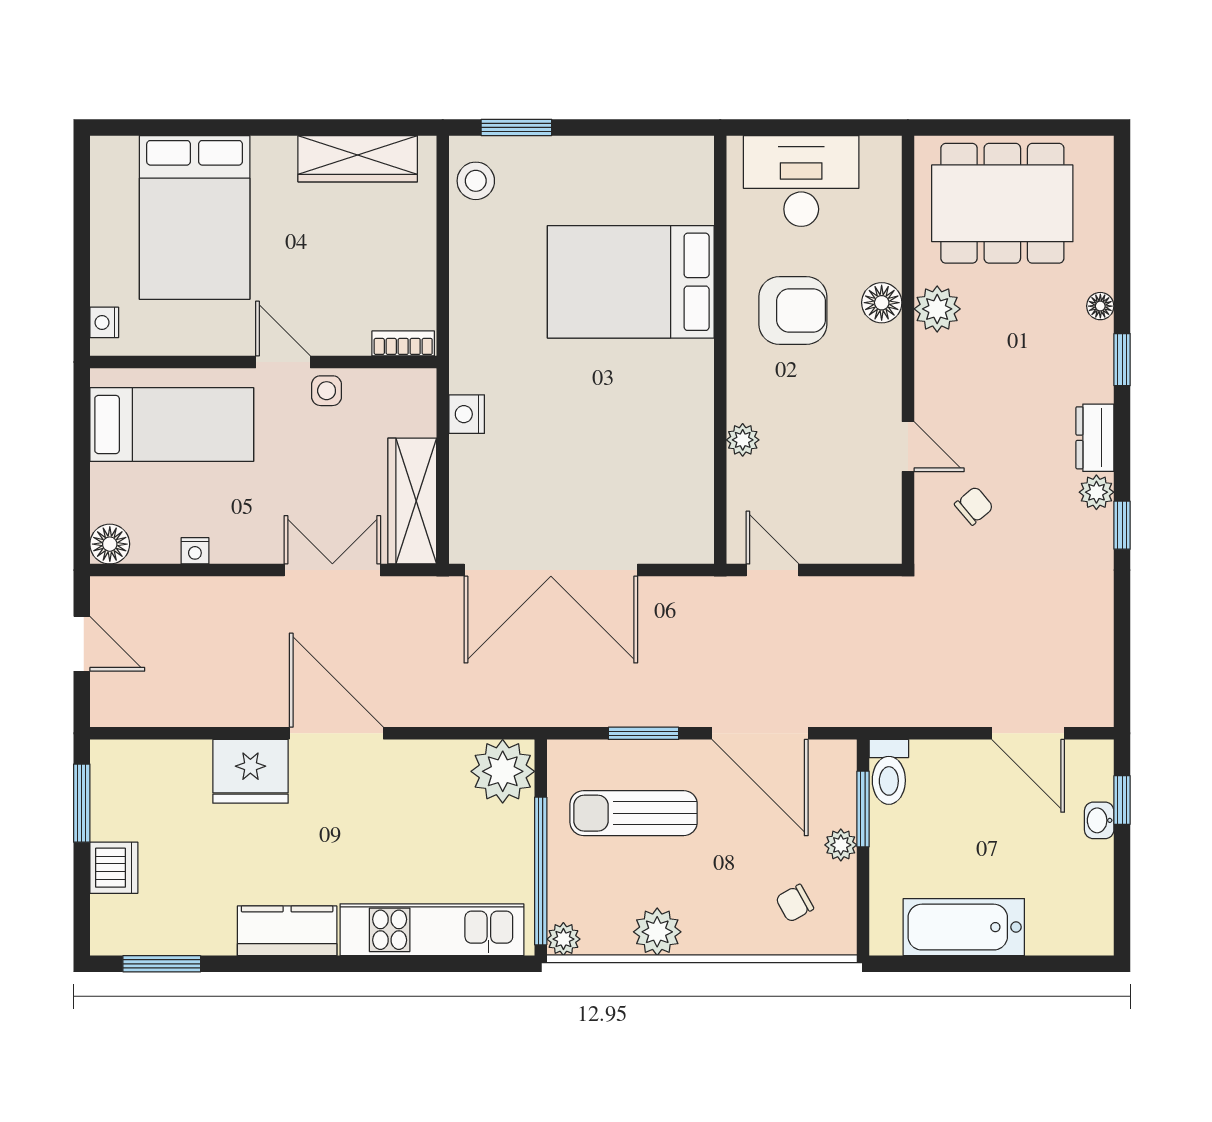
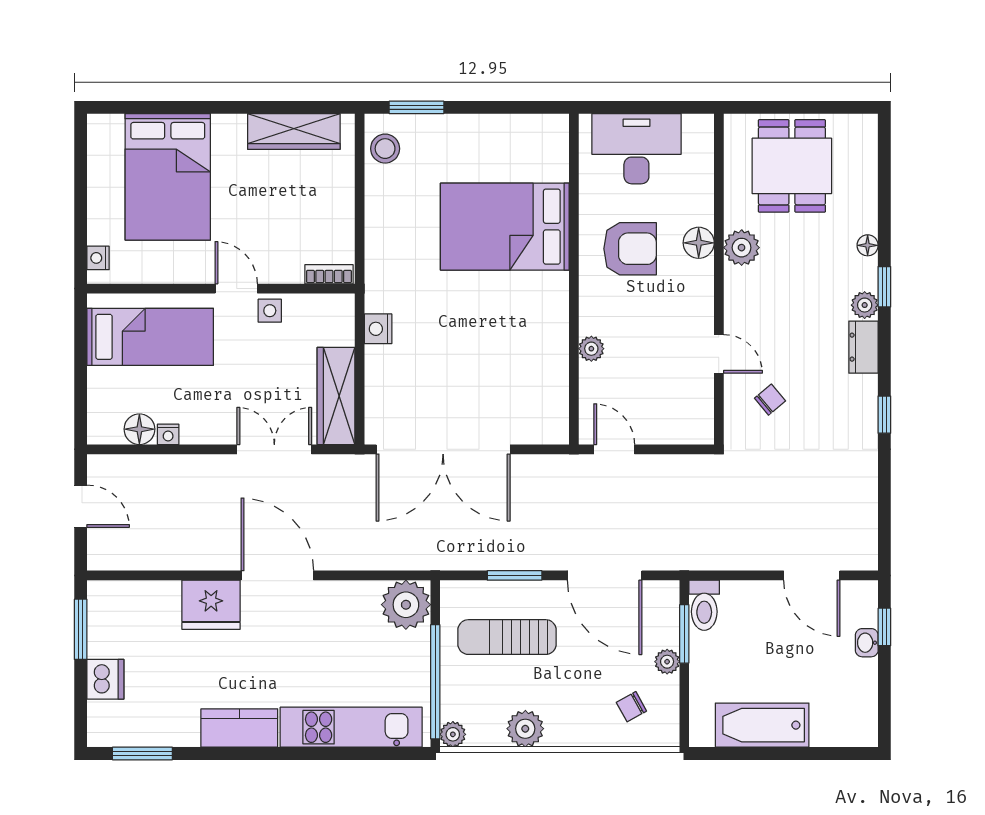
dining table: (1002, 203) -> (792, 166), width x0.73
plant: (1096, 492) -> (865, 305), moved
floor lamp: (110, 544) -> (139, 429), moved

